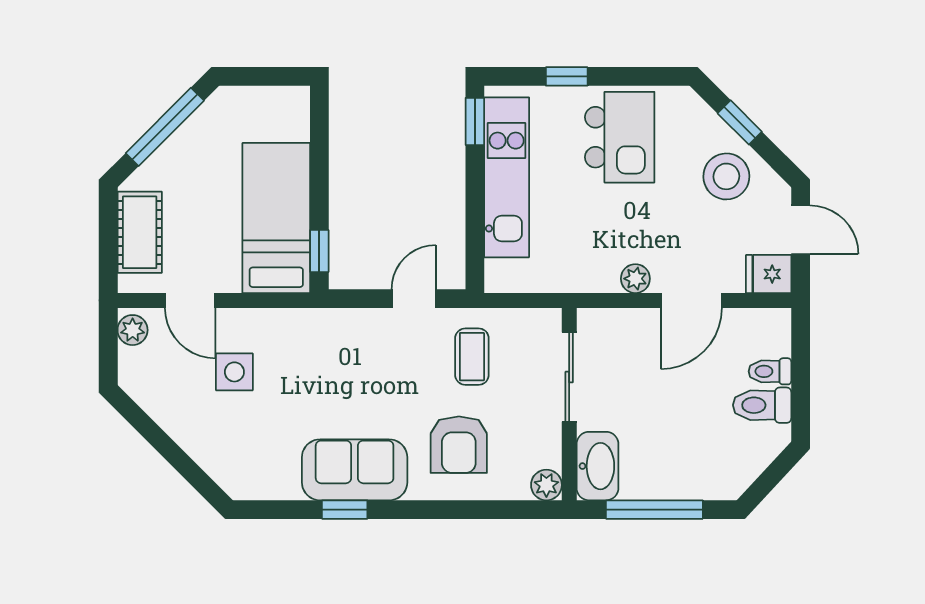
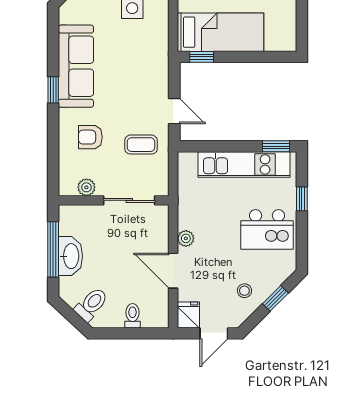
stool: (726, 176) -> (244, 291), width x0.53, depth x0.53
toilet: (762, 405) -> (91, 304), moved, turned 43
armchair: (459, 445) -> (90, 137), width x0.72, depth x0.72
washbasin: (598, 466) -> (70, 256), moved, turned -90
sofa: (355, 470) -> (76, 66), width x1.36
plant: (546, 485) -> (86, 187), moved
window: (345, 510) -> (53, 90), moved

